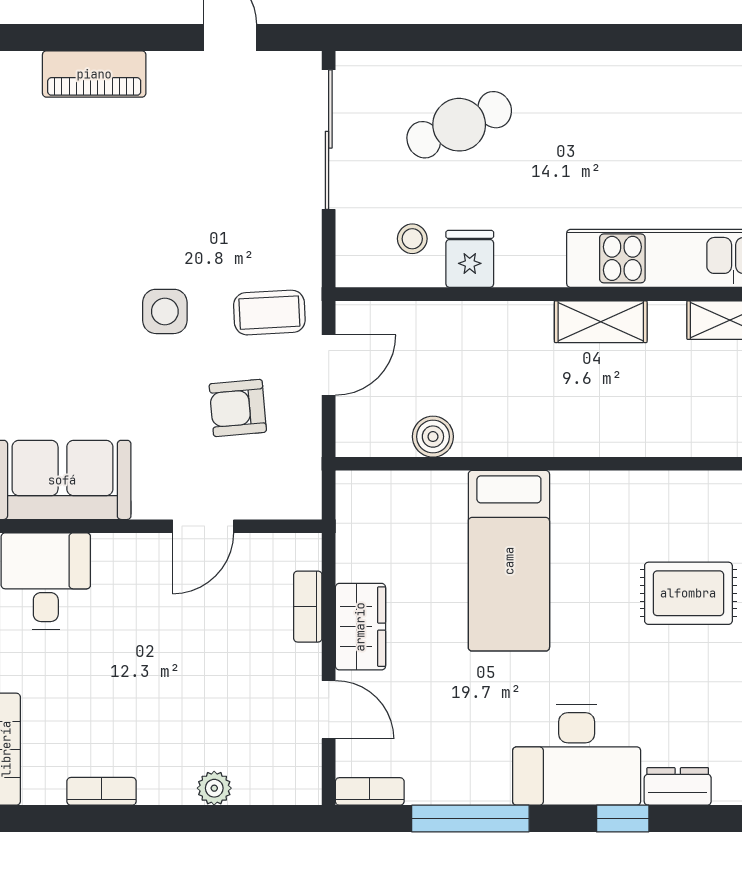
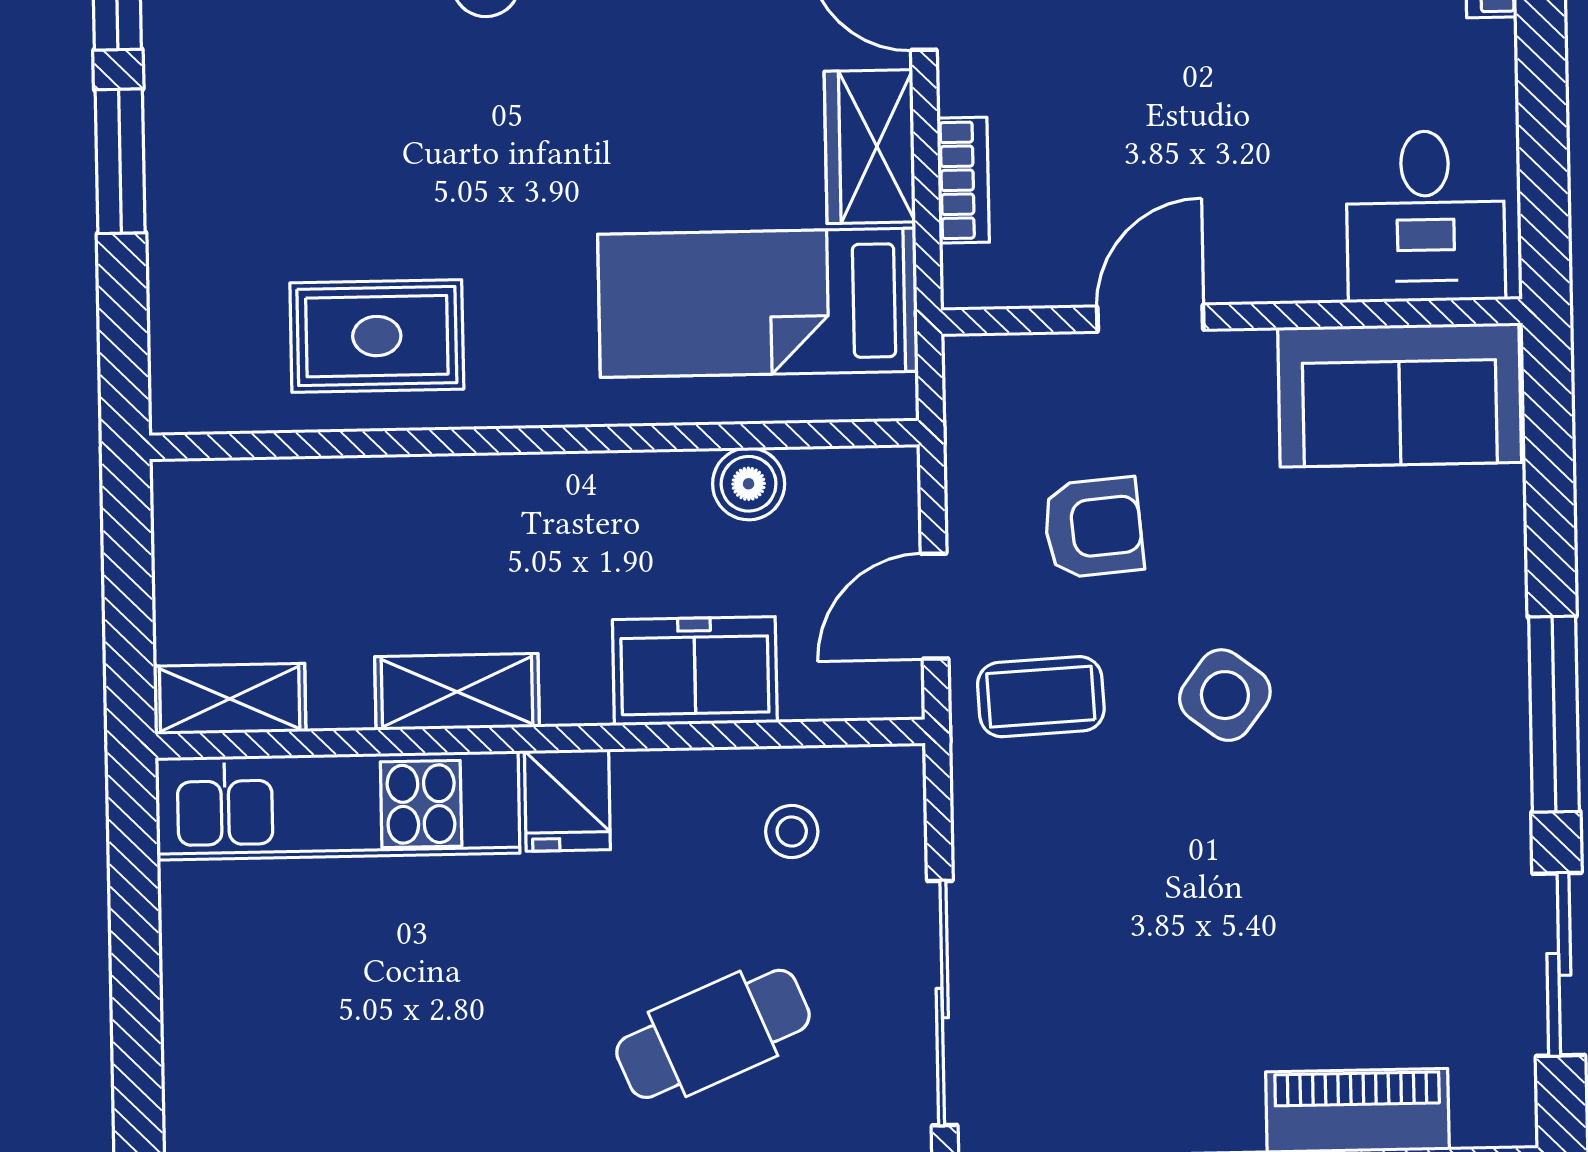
fridge: (470, 259) -> (567, 800), moved
side table: (165, 311) -> (1225, 695), turned 37
freezer: (465, 331) -> (695, 671), added
bed: (509, 561) -> (758, 303), moved, turned -90
rug: (688, 593) -> (377, 336), moved

